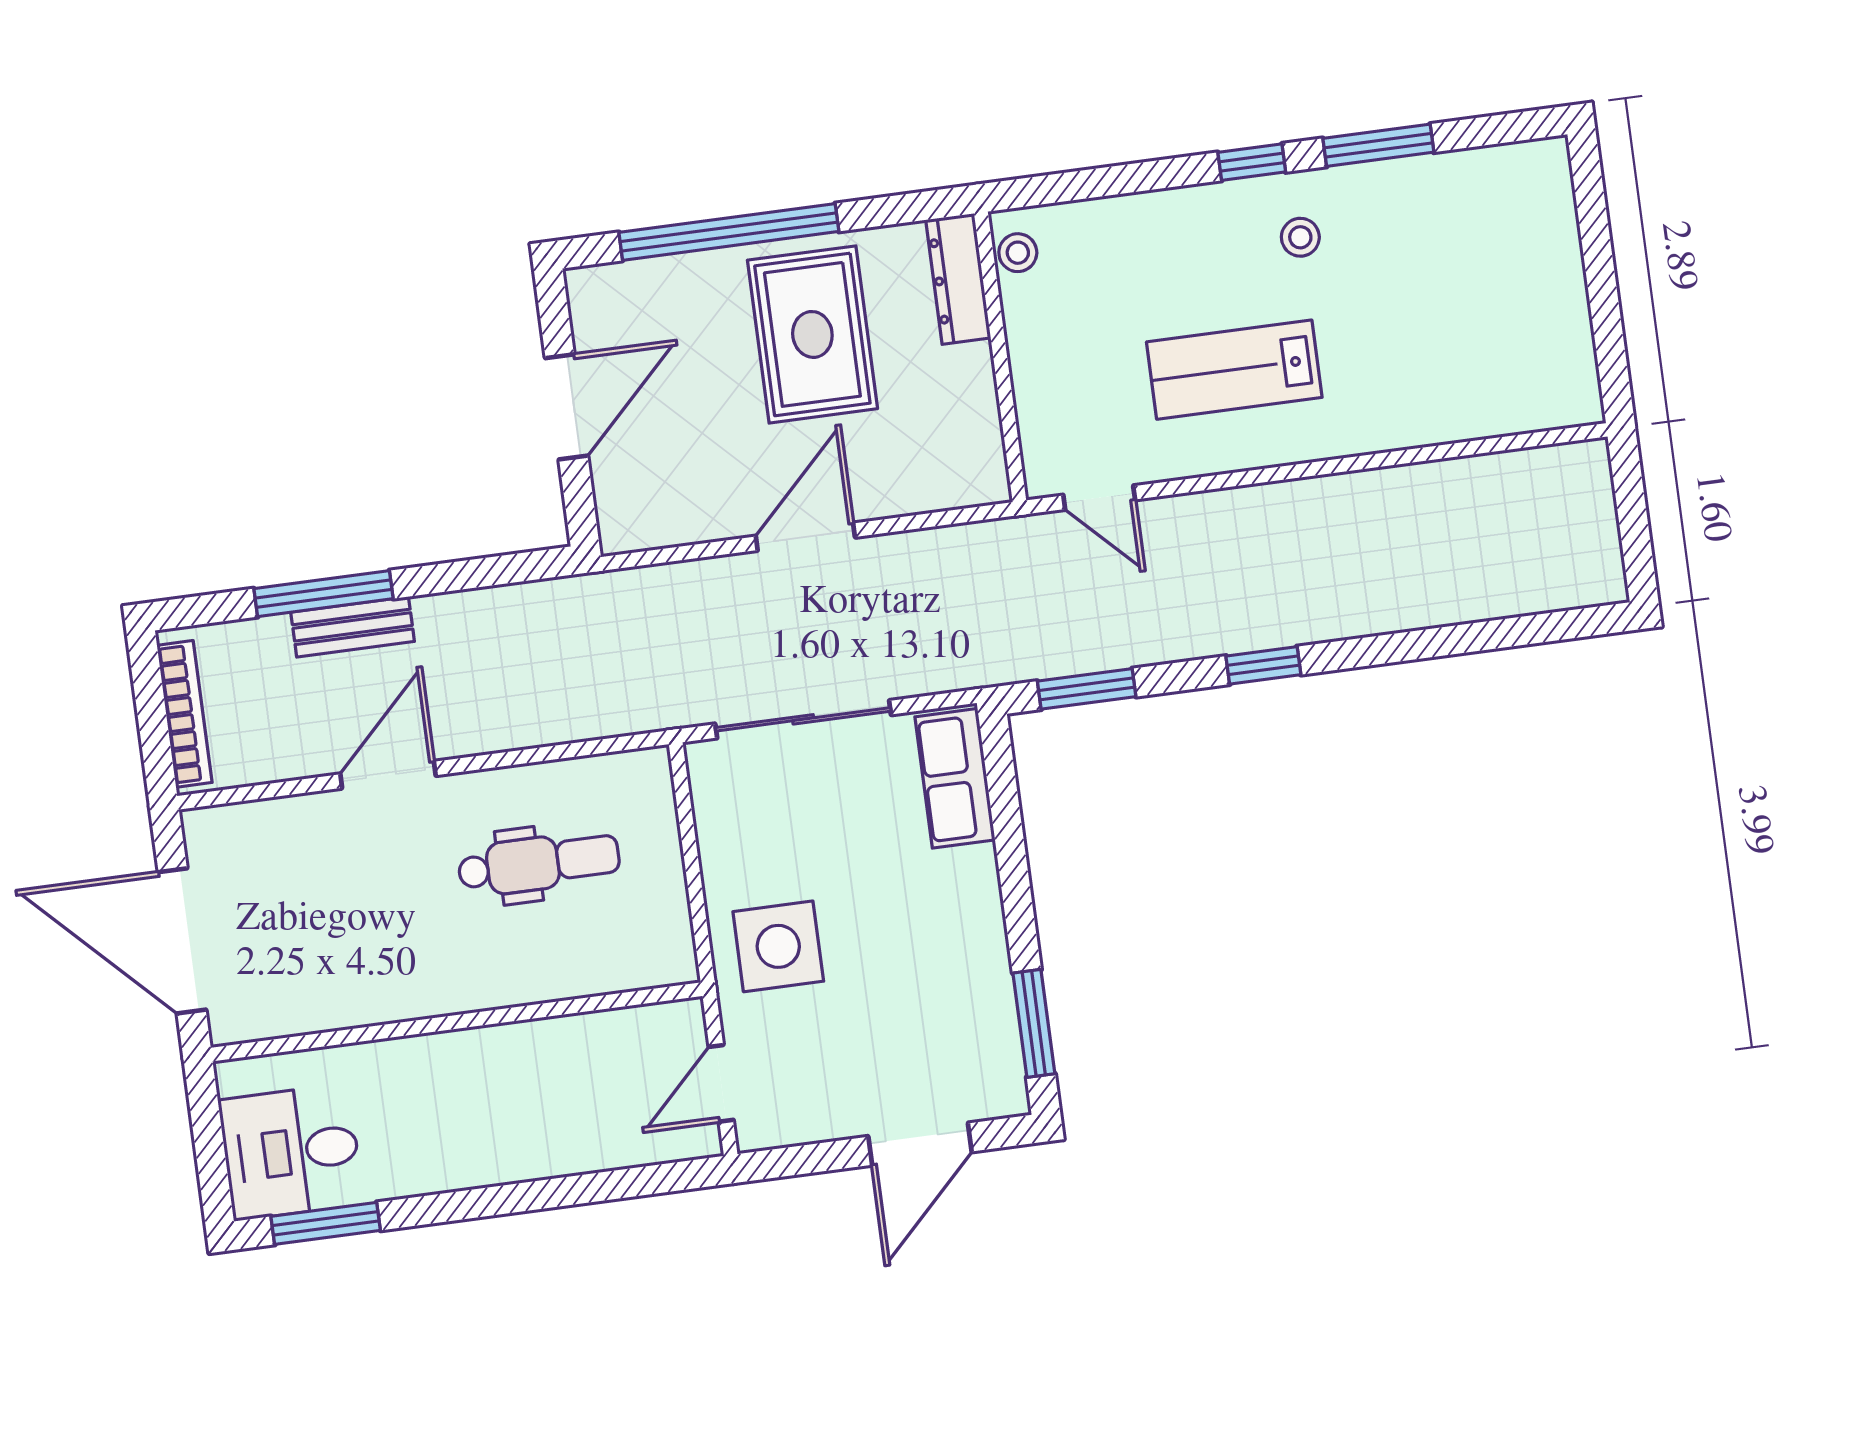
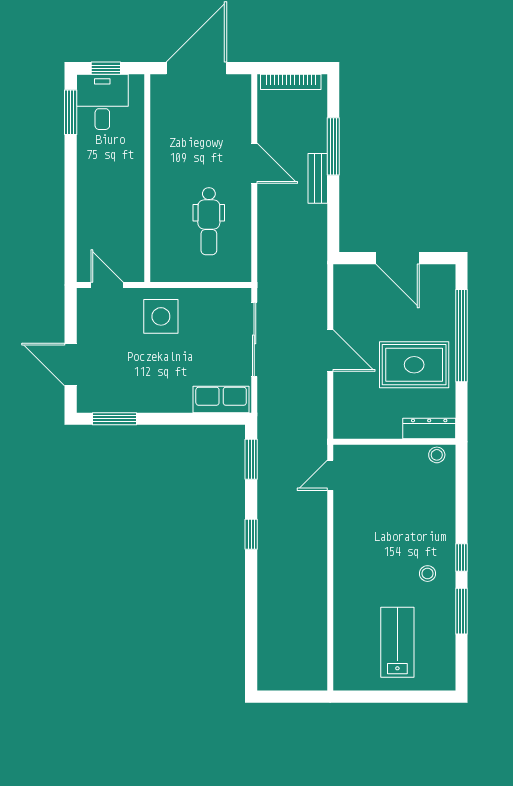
lab bench: (1234, 370) -> (397, 642), moved
bench: (353, 627) -> (318, 178), moved
window: (210, 1154) -> (106, 68), added

